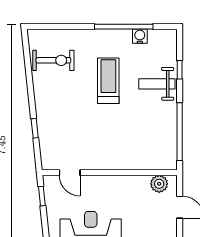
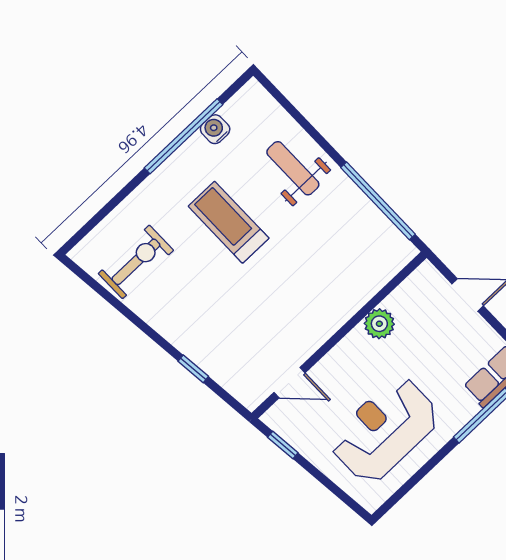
window: (180, 70) -> (305, 124), removed
weight bench: (157, 84) -> (293, 168), turned 90
plant: (159, 184) -> (379, 324), moved

